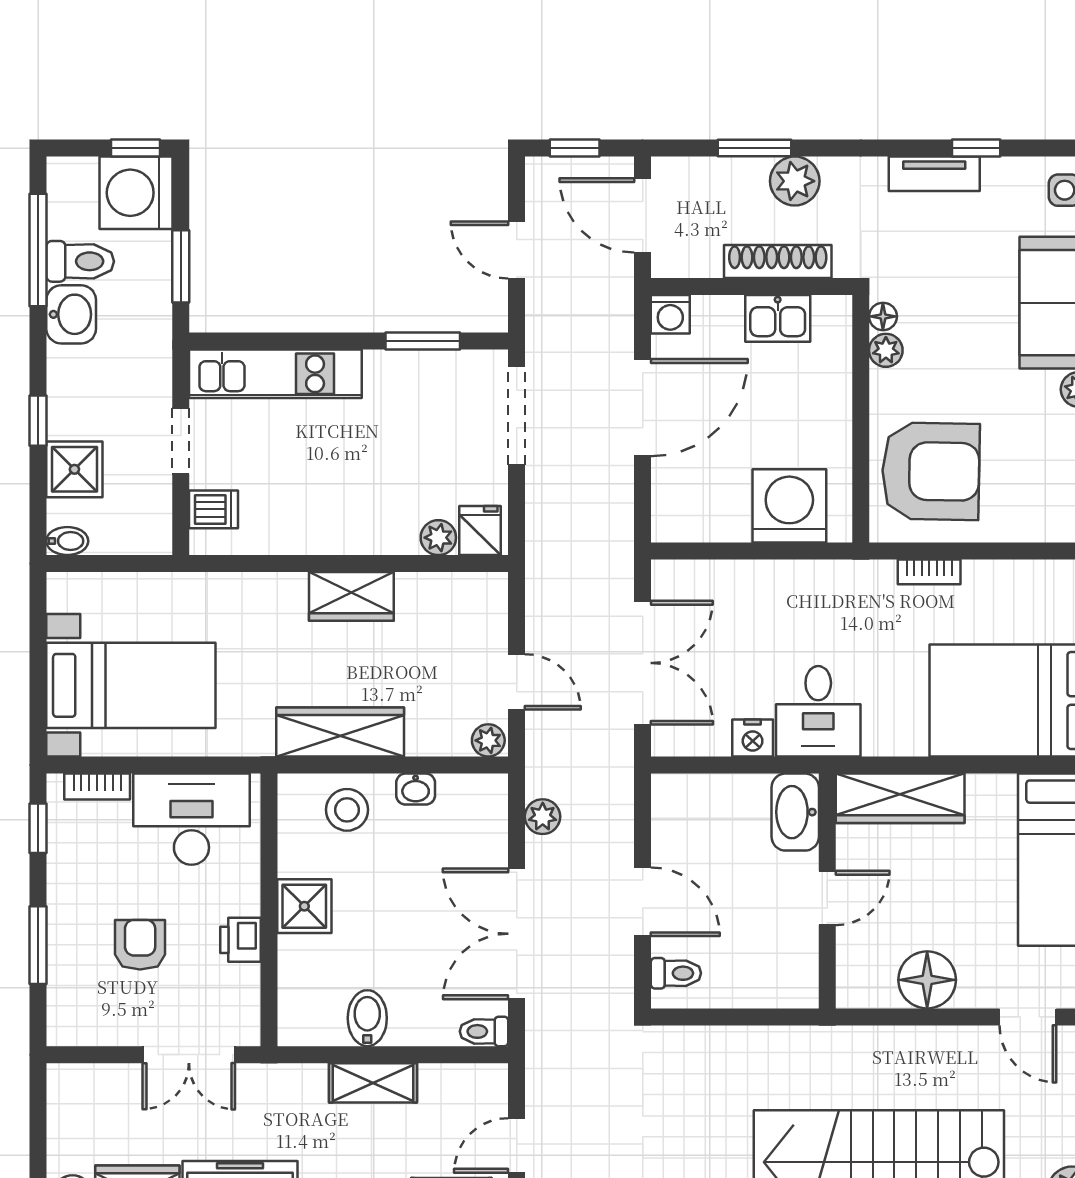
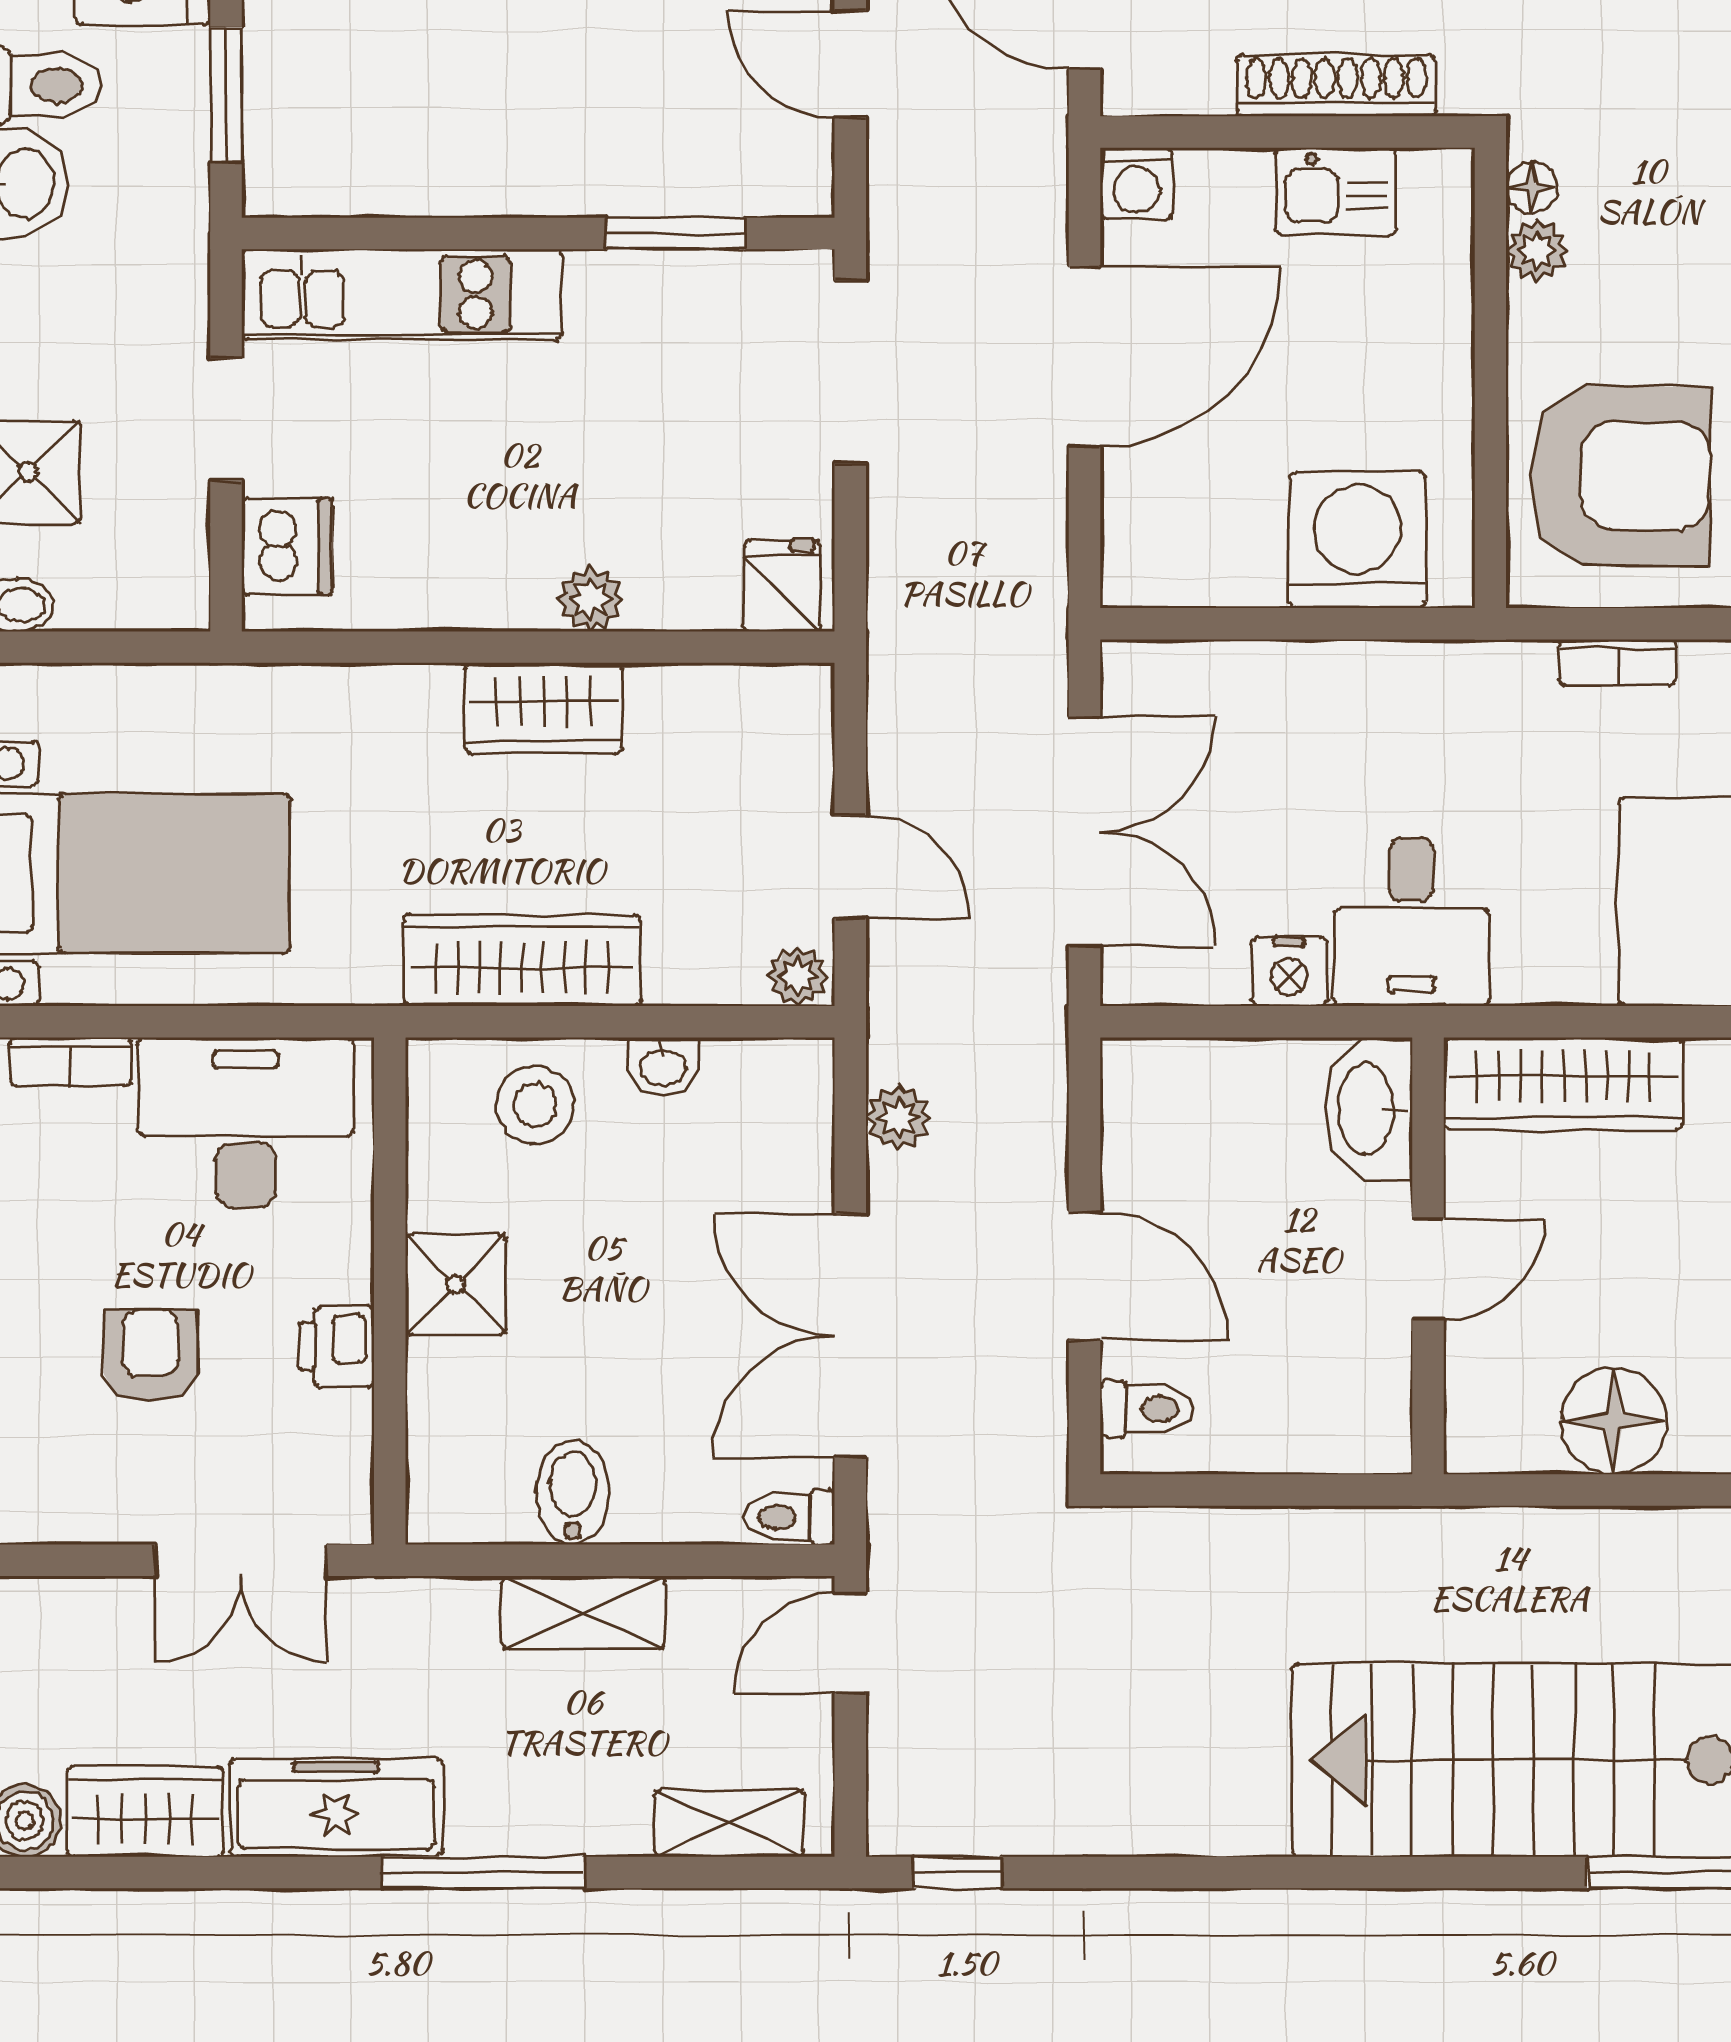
dishwasher: (214, 509) -> (287, 546), width x1.38
plant: (438, 538) -> (590, 599), moved
door: (517, 1145) -> (850, 1643), moved

